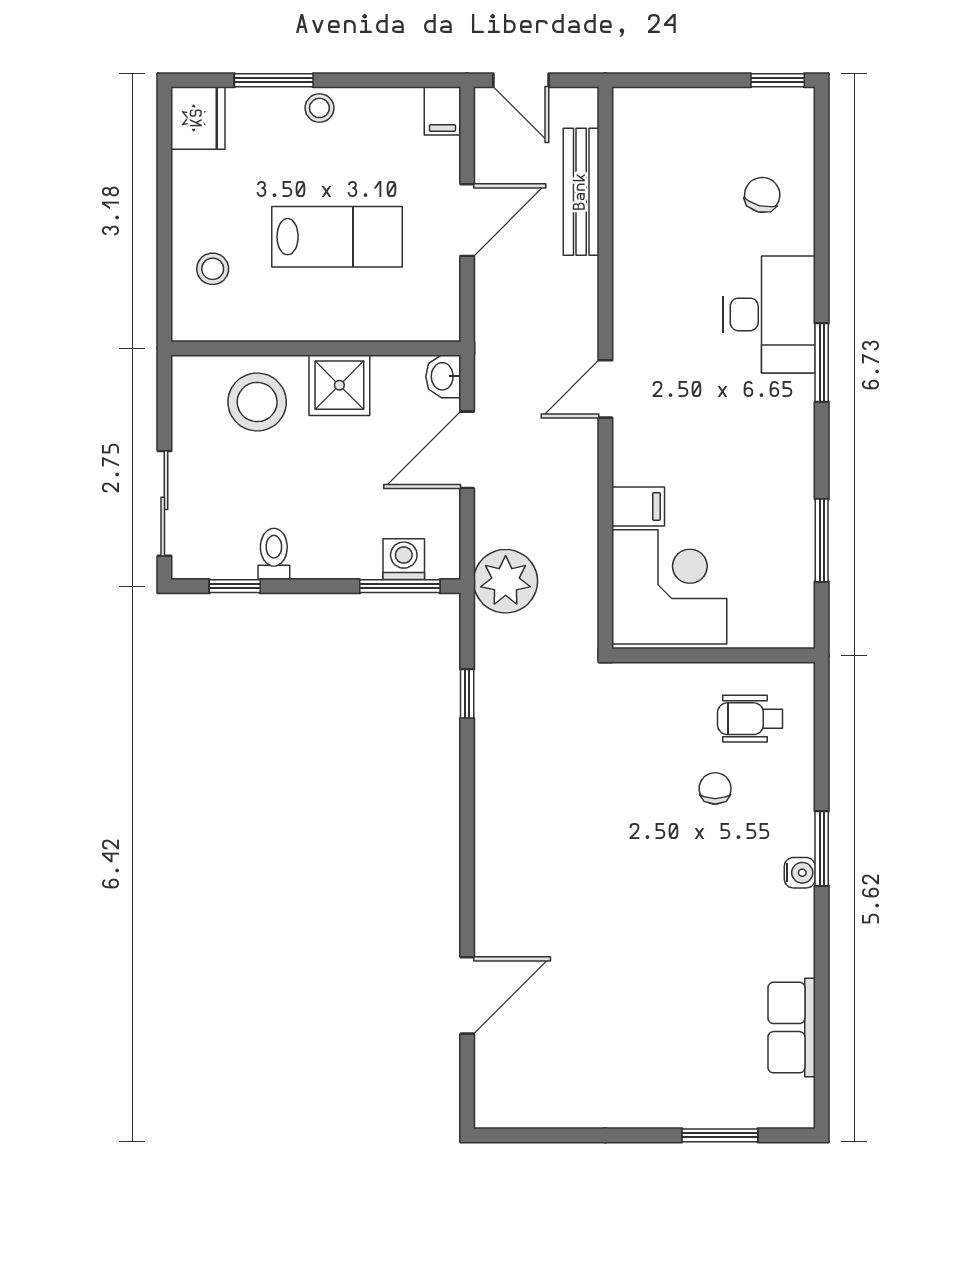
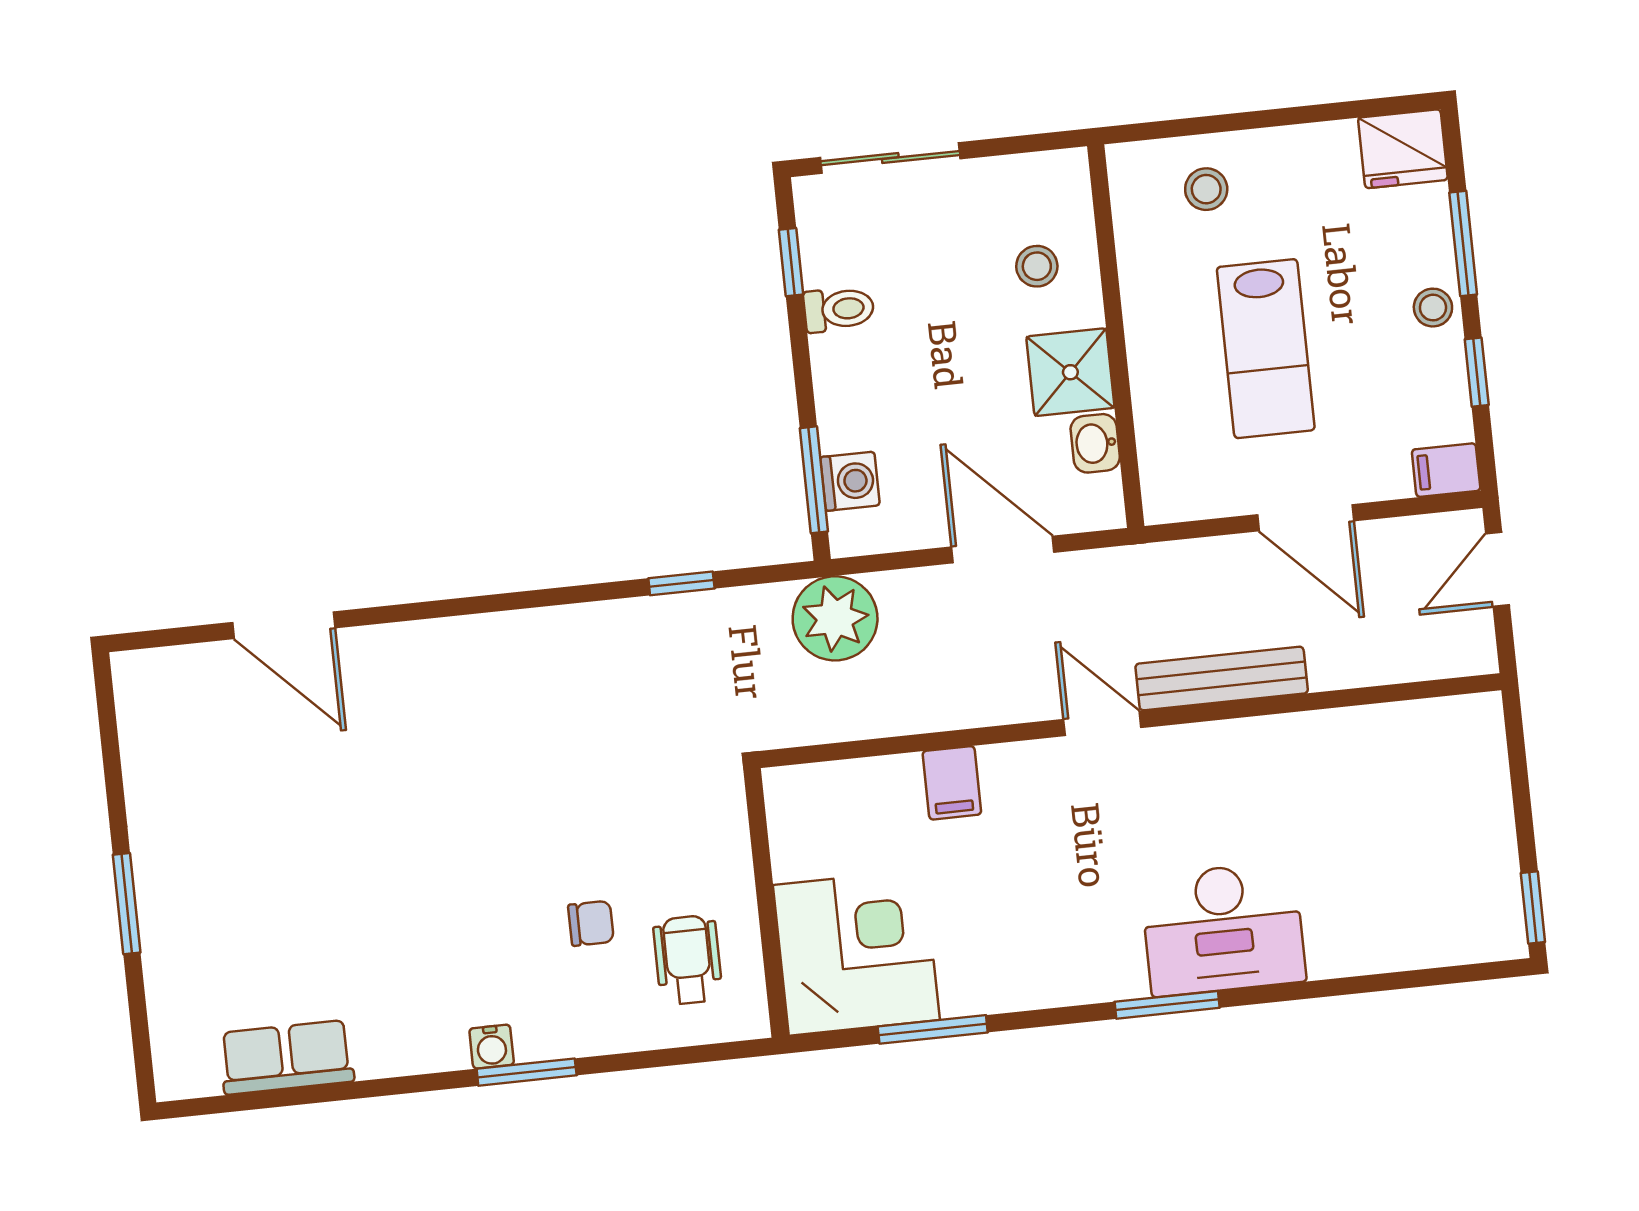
window: (371, 80) -> (1477, 372), added
bench: (581, 192) -> (1222, 679), moved
chair: (762, 195) -> (1380, 903), removed
washbasin: (443, 376) -> (1095, 443), moved, turned -90
stool: (257, 402) -> (1037, 266), width x0.53, depth x0.53
corner desk: (669, 587) -> (856, 952), moved, turned -90
window: (720, 1135) -> (127, 904), moved

